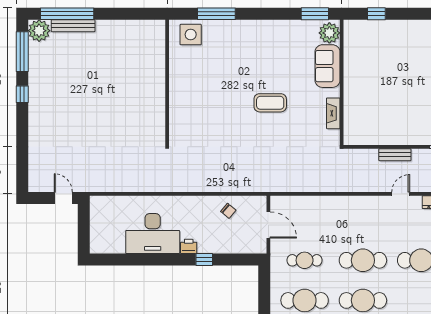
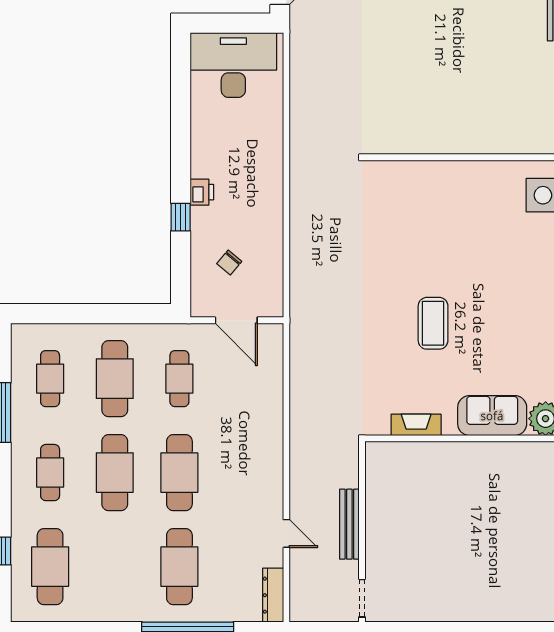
bench: (395, 155) -> (349, 524), width x1.36
chair: (228, 211) -> (229, 263), moved
door: (268, 225) -> (236, 320), hinge flipped
desk: (153, 234) -> (233, 65), moved, turned 90

